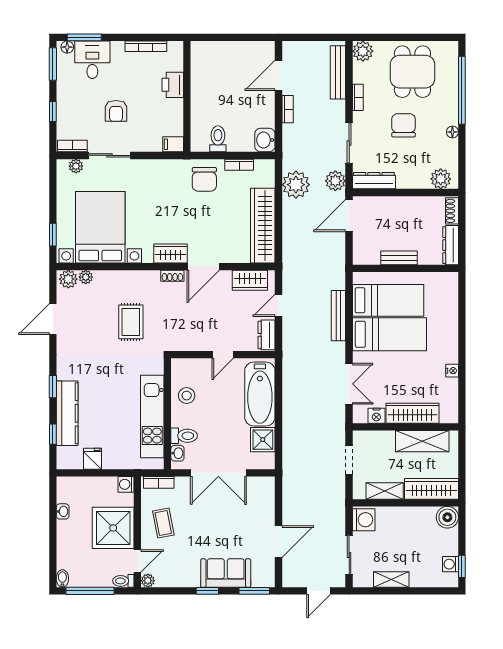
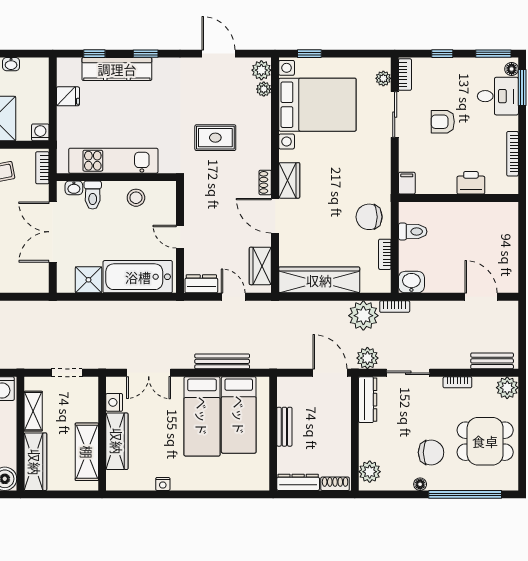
bench: (338, 72) -> (492, 361), width x0.73
bookcase: (288, 109) -> (395, 307), moved
chair: (404, 125) -> (431, 452), moved

